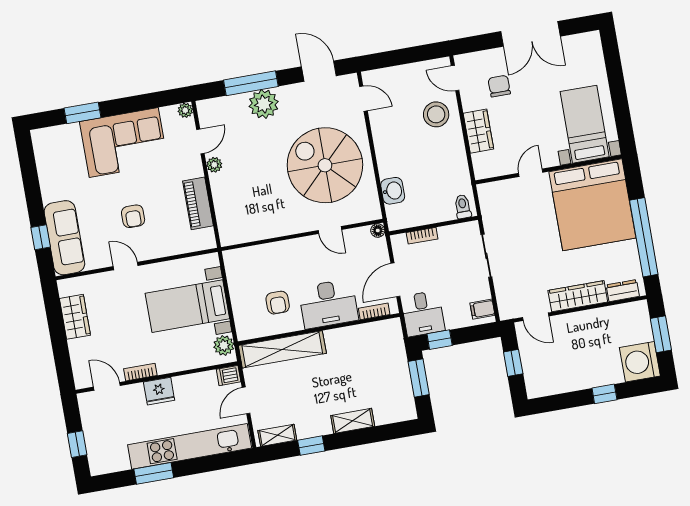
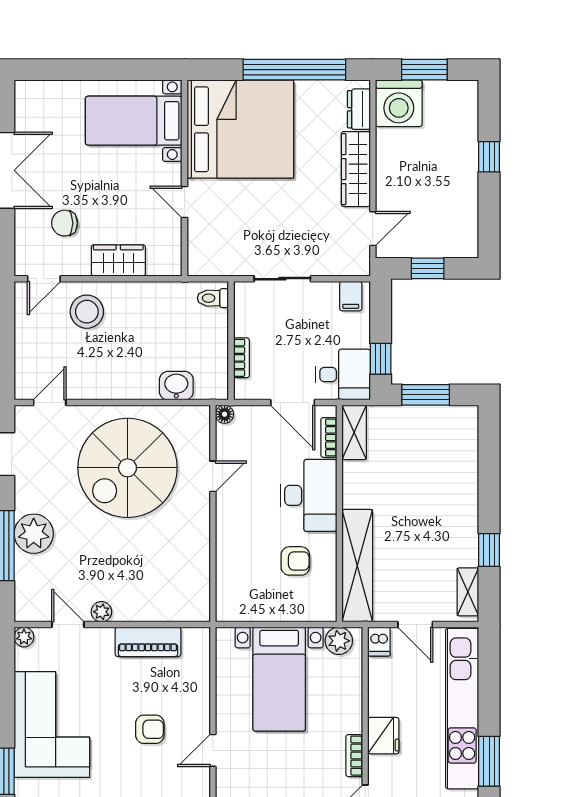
washing machine: (640, 362) -> (399, 103), moved
shelving: (353, 421) -> (354, 432), moved

